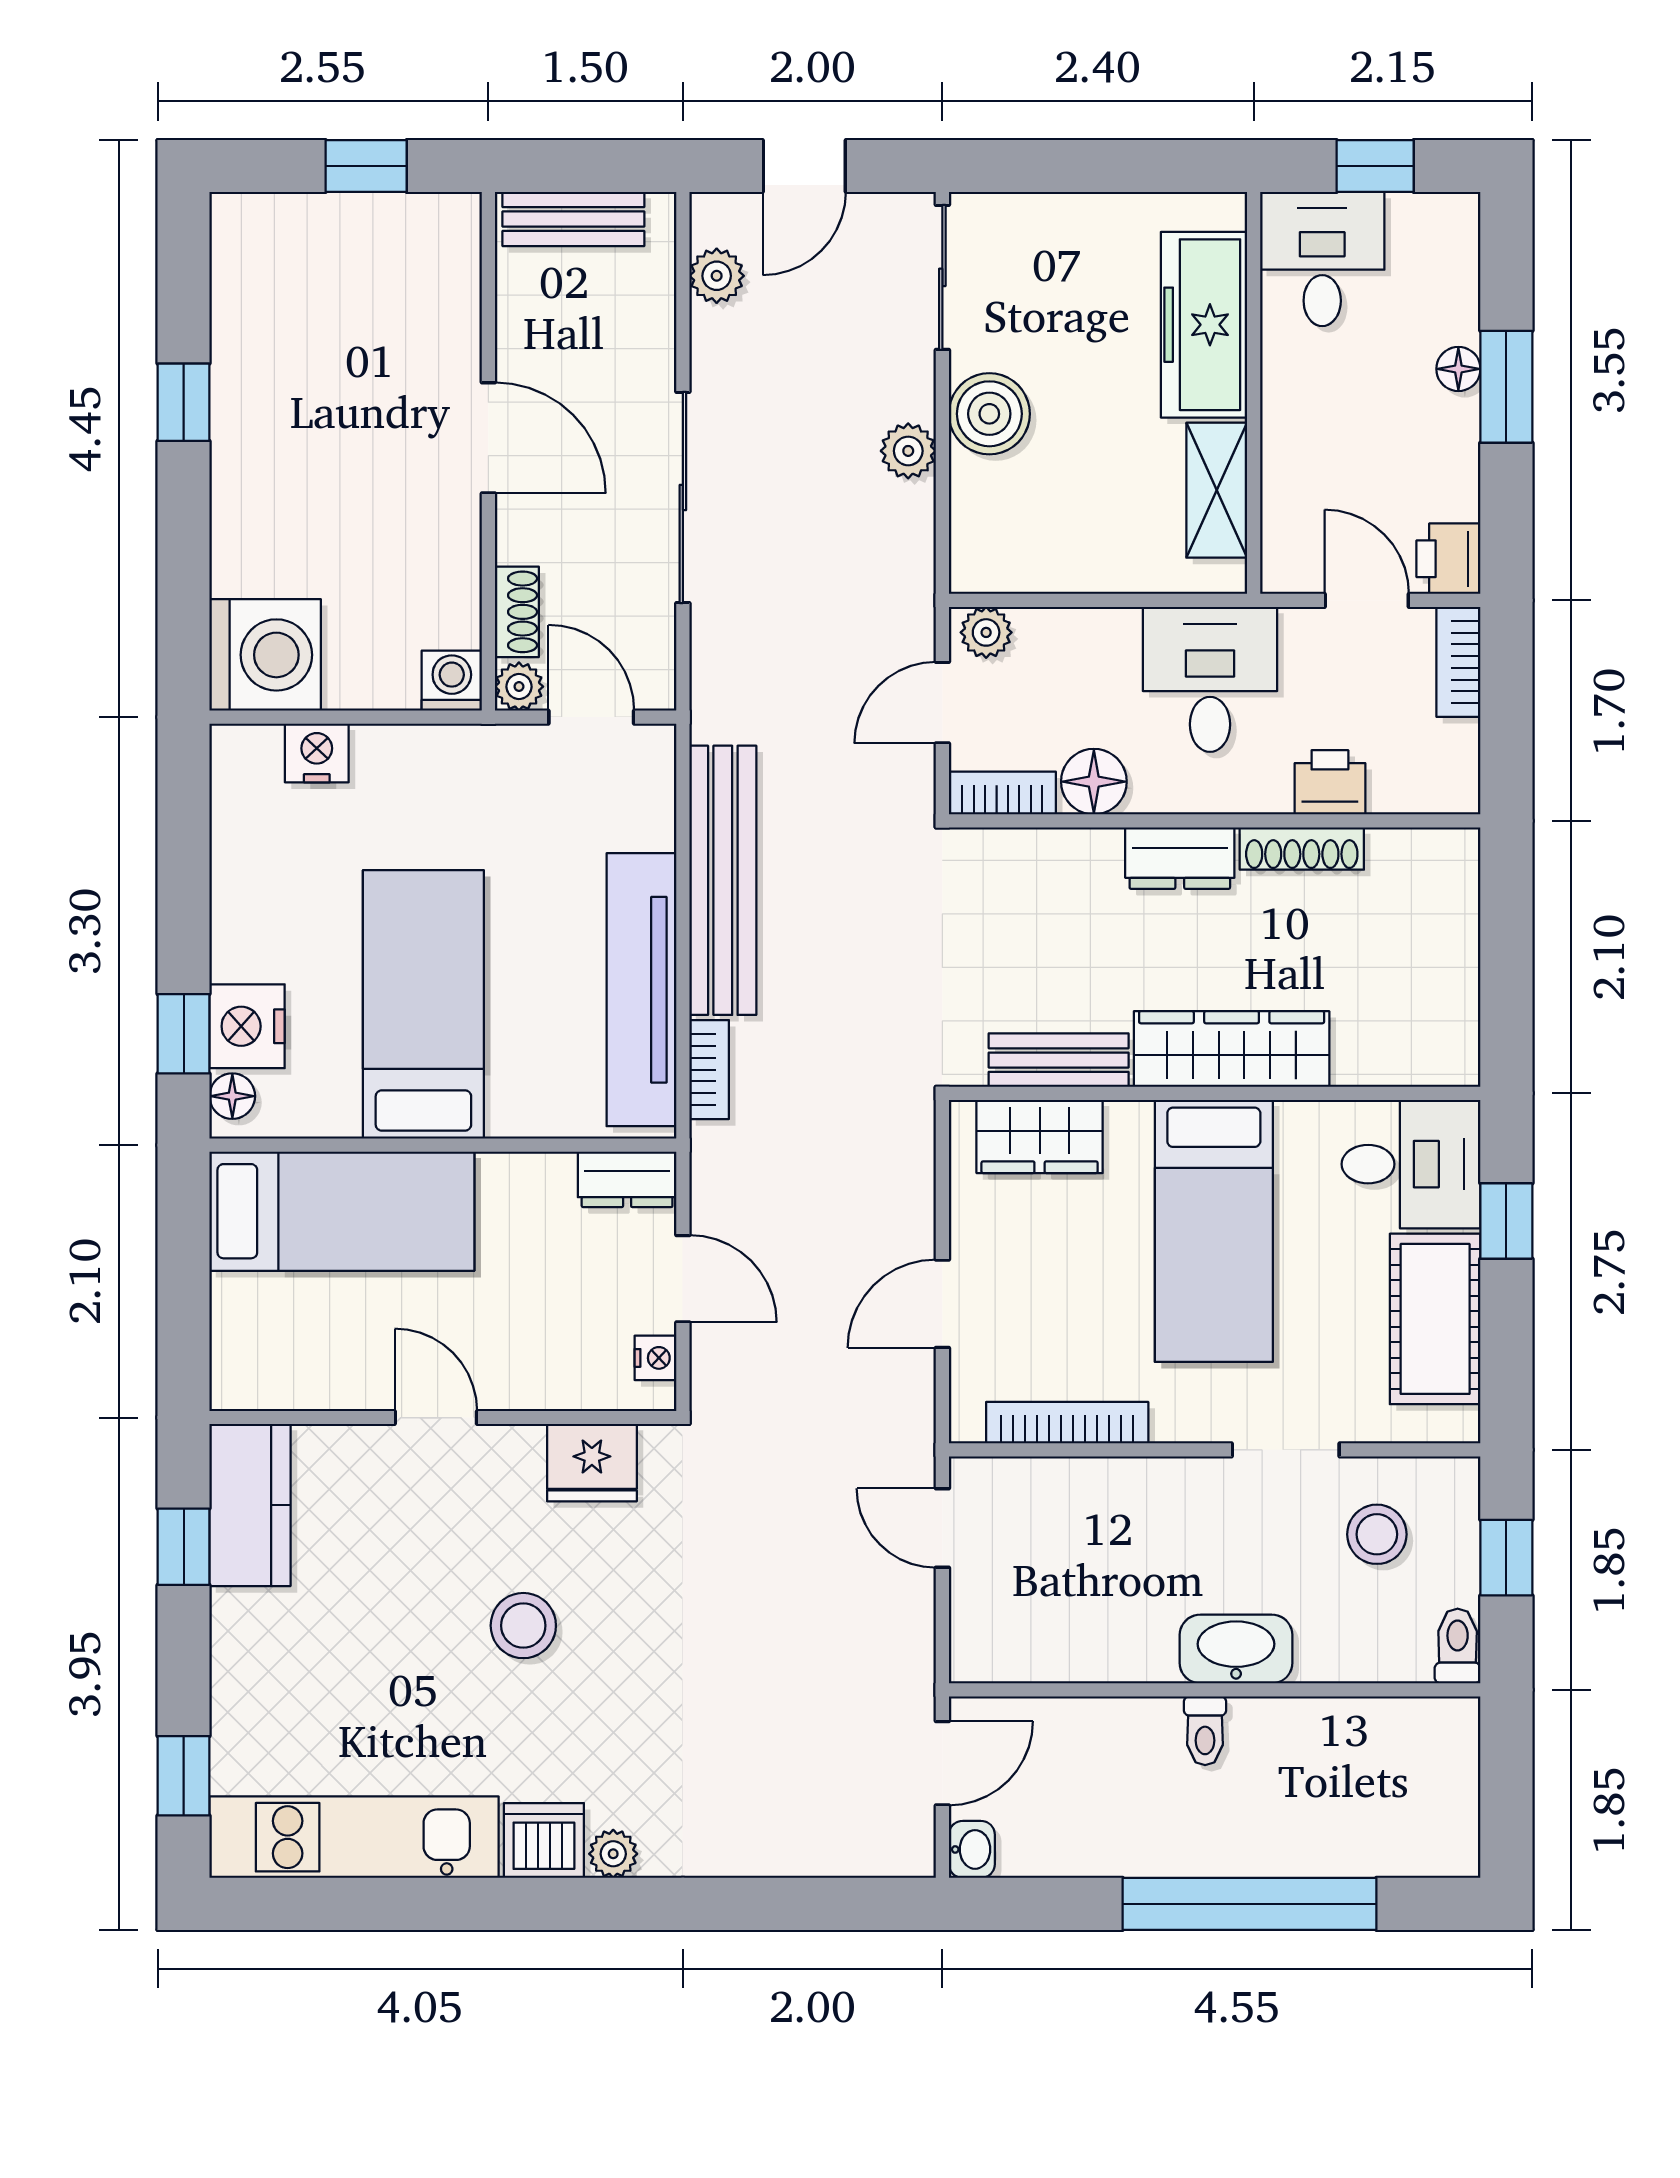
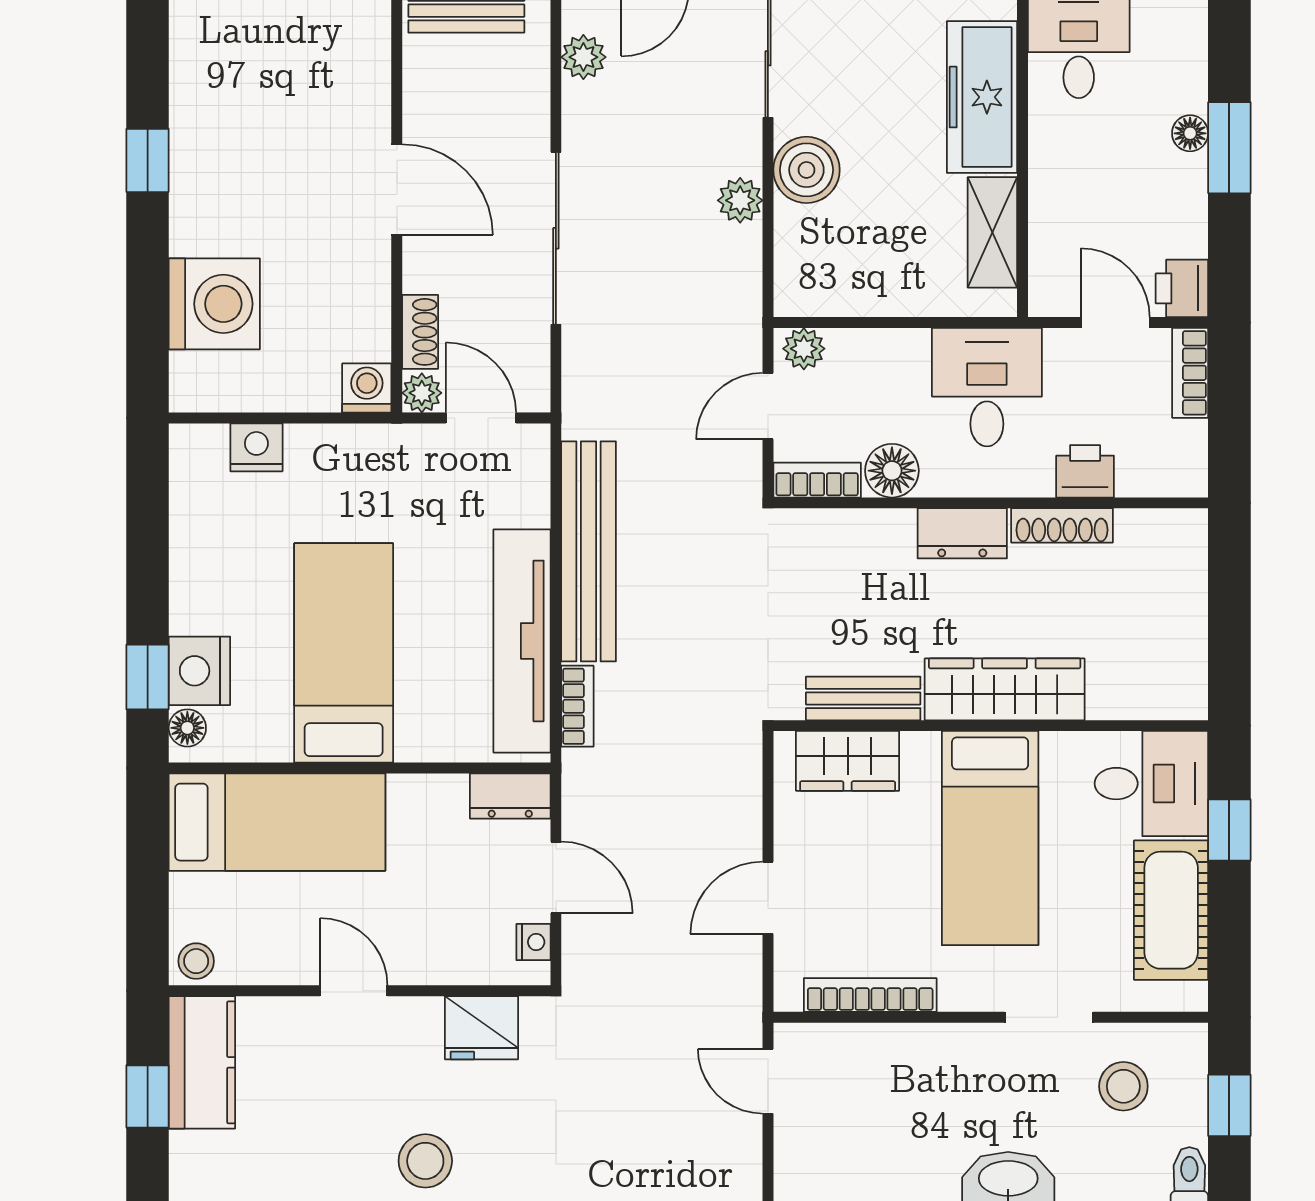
washing machine: (265, 655) -> (214, 304), moved
stool: (243, 1381) -> (196, 961), added

